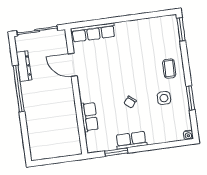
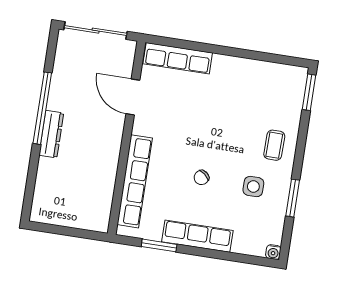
dresser: (24, 66) -> (51, 134), moved
row of seats: (89, 117) -> (135, 181), width x2.02
row of seats: (131, 140) -> (197, 236), width x1.48

